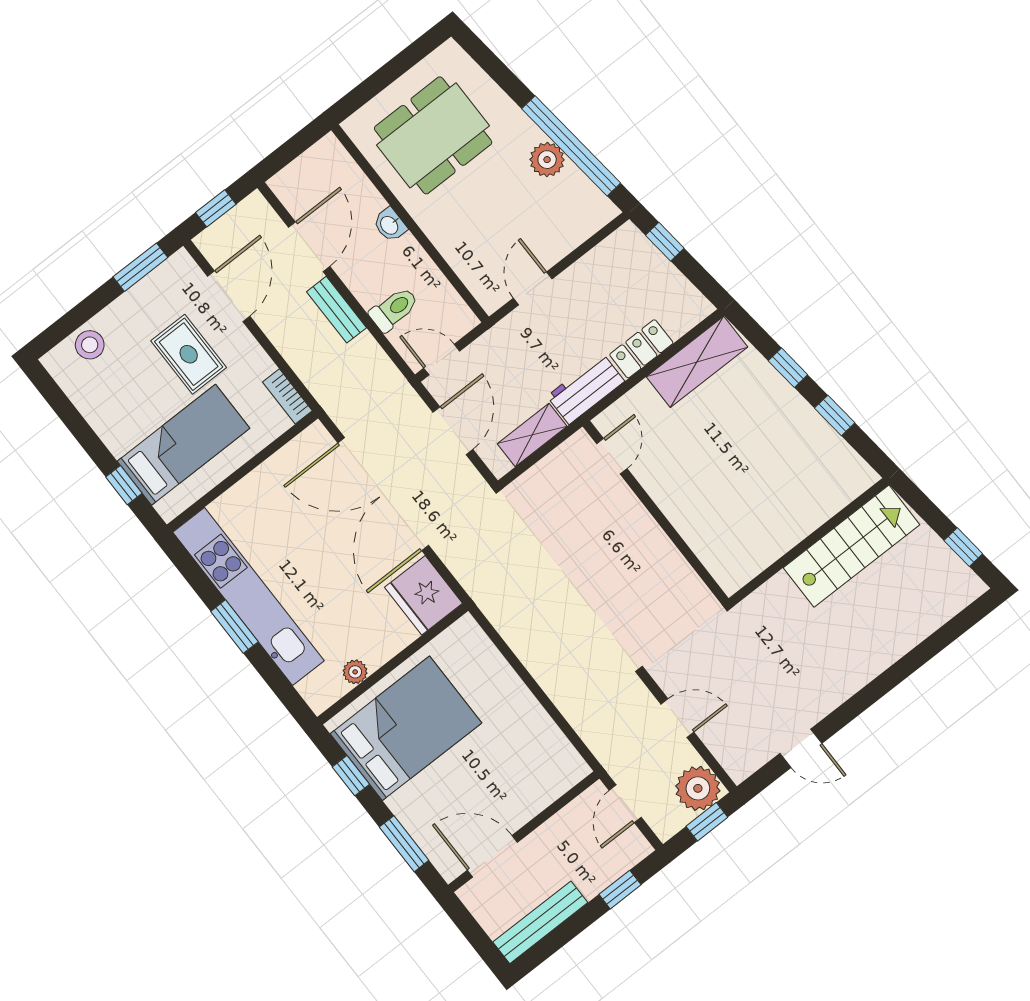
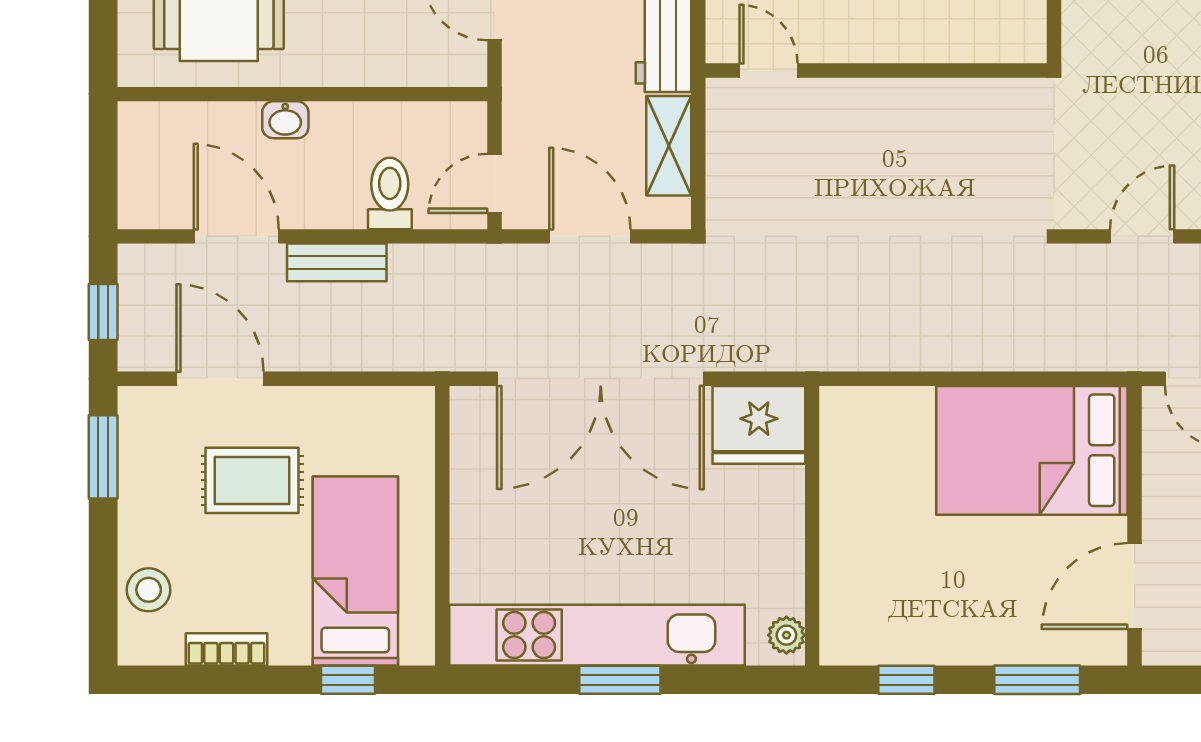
bookcase: (287, 396) -> (227, 649), moved, turned 180
plant: (355, 672) -> (786, 635), moved
bed: (406, 728) -> (1032, 450), moved, turned -90

